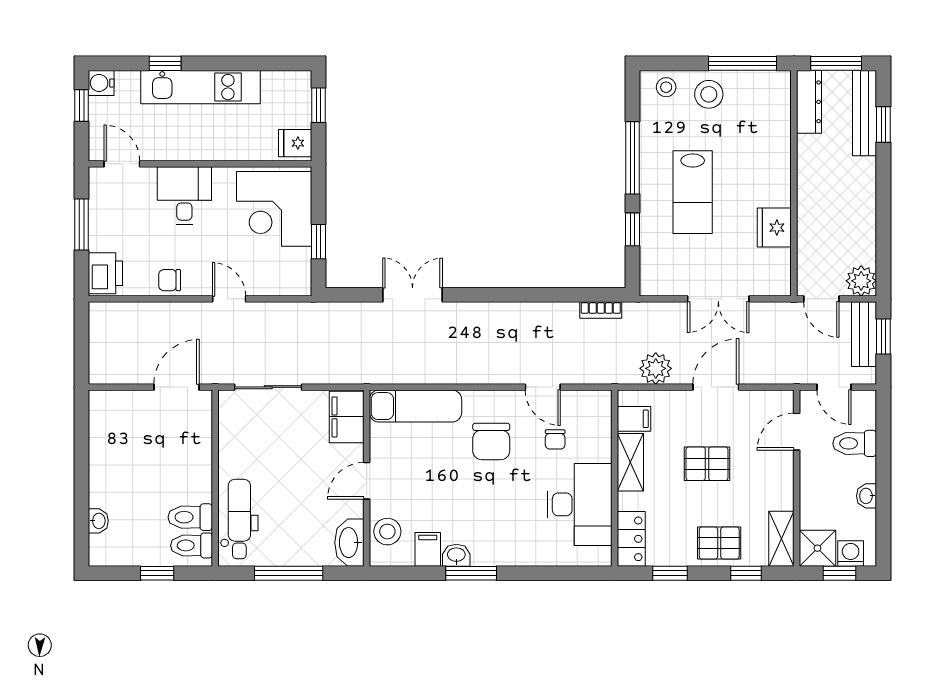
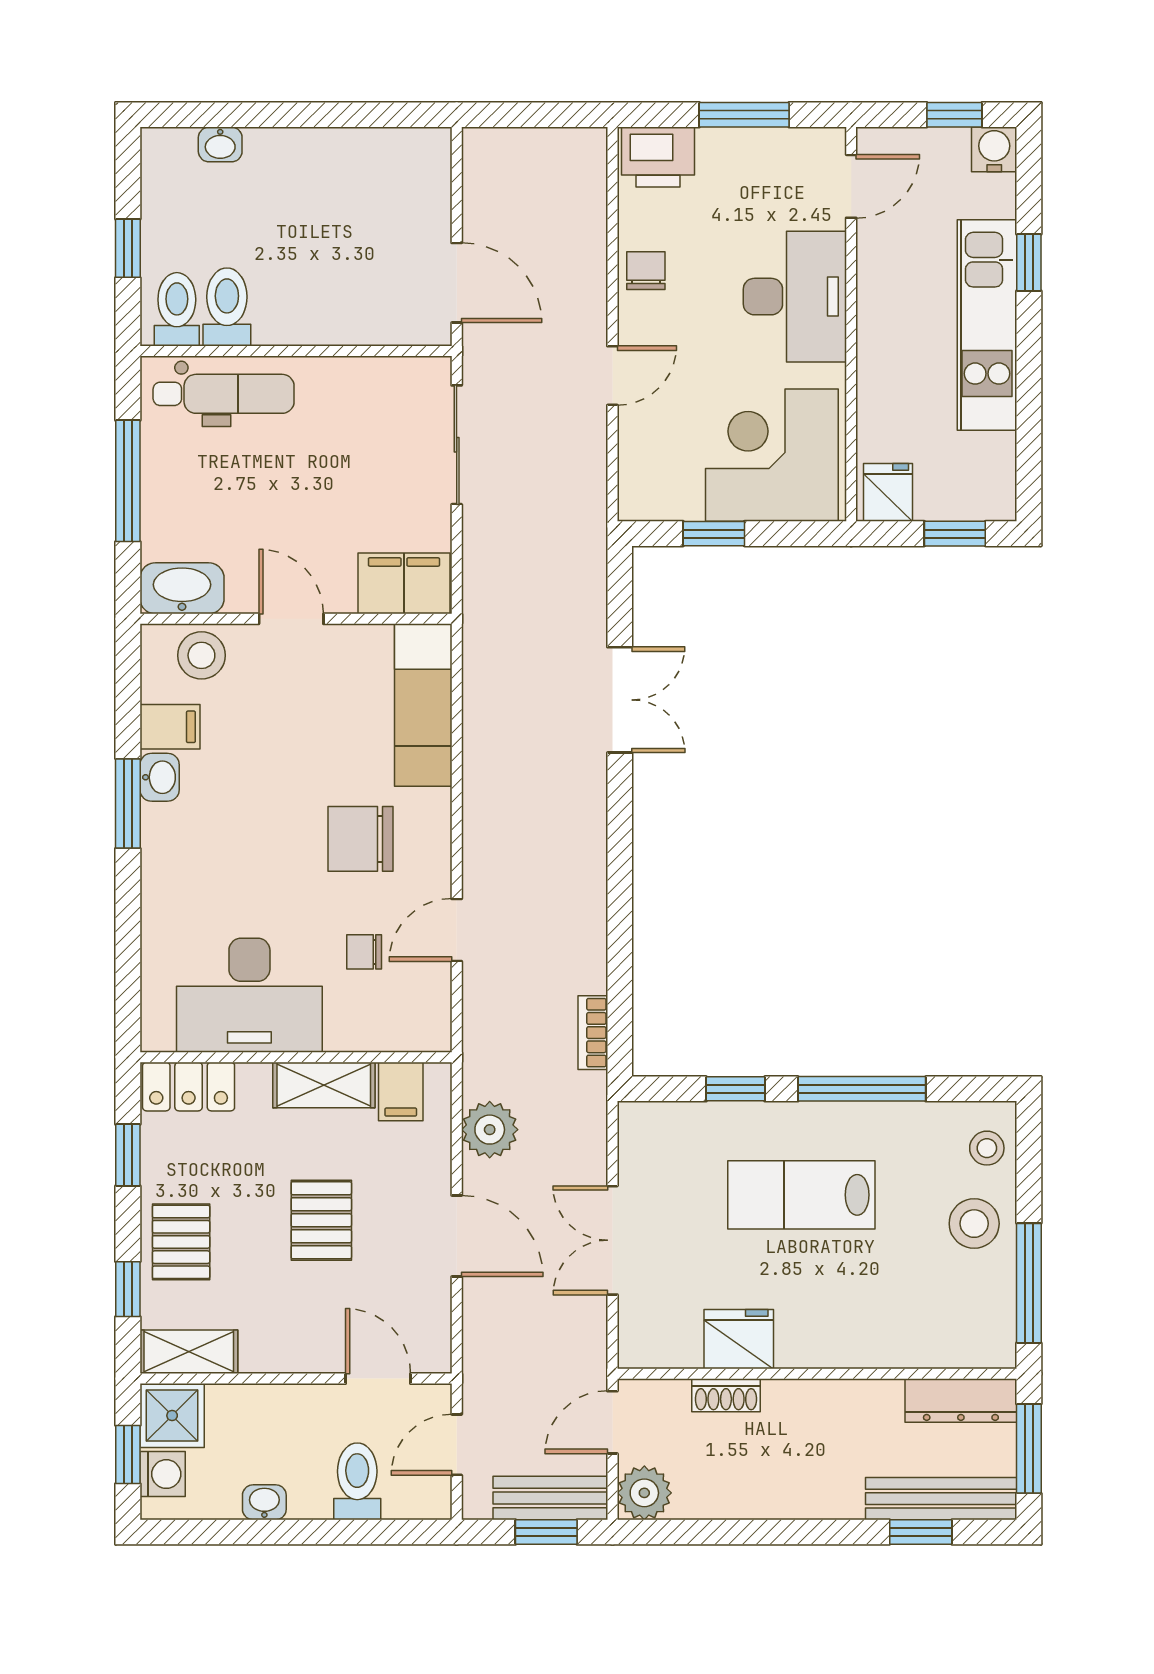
desk: (184, 196) -> (795, 297), width x1.37
shoe rack: (806, 235) -> (726, 1395), added

